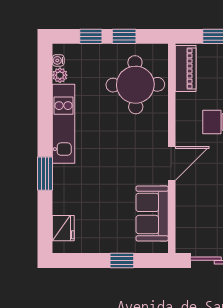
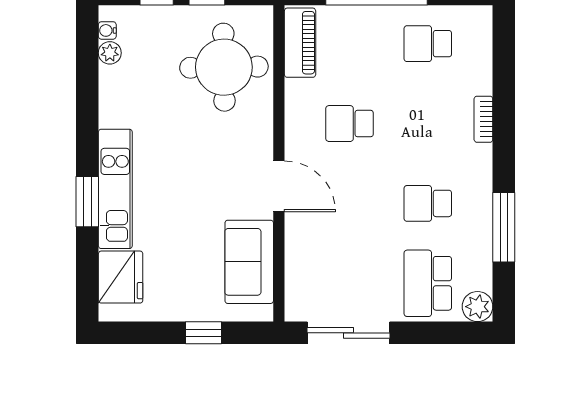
kitchen unit: (64, 124) -> (115, 189), moved
door: (172, 164) -> (279, 186), hinge flipped
fridge: (63, 228) -> (121, 277), width x1.36, depth x1.34

